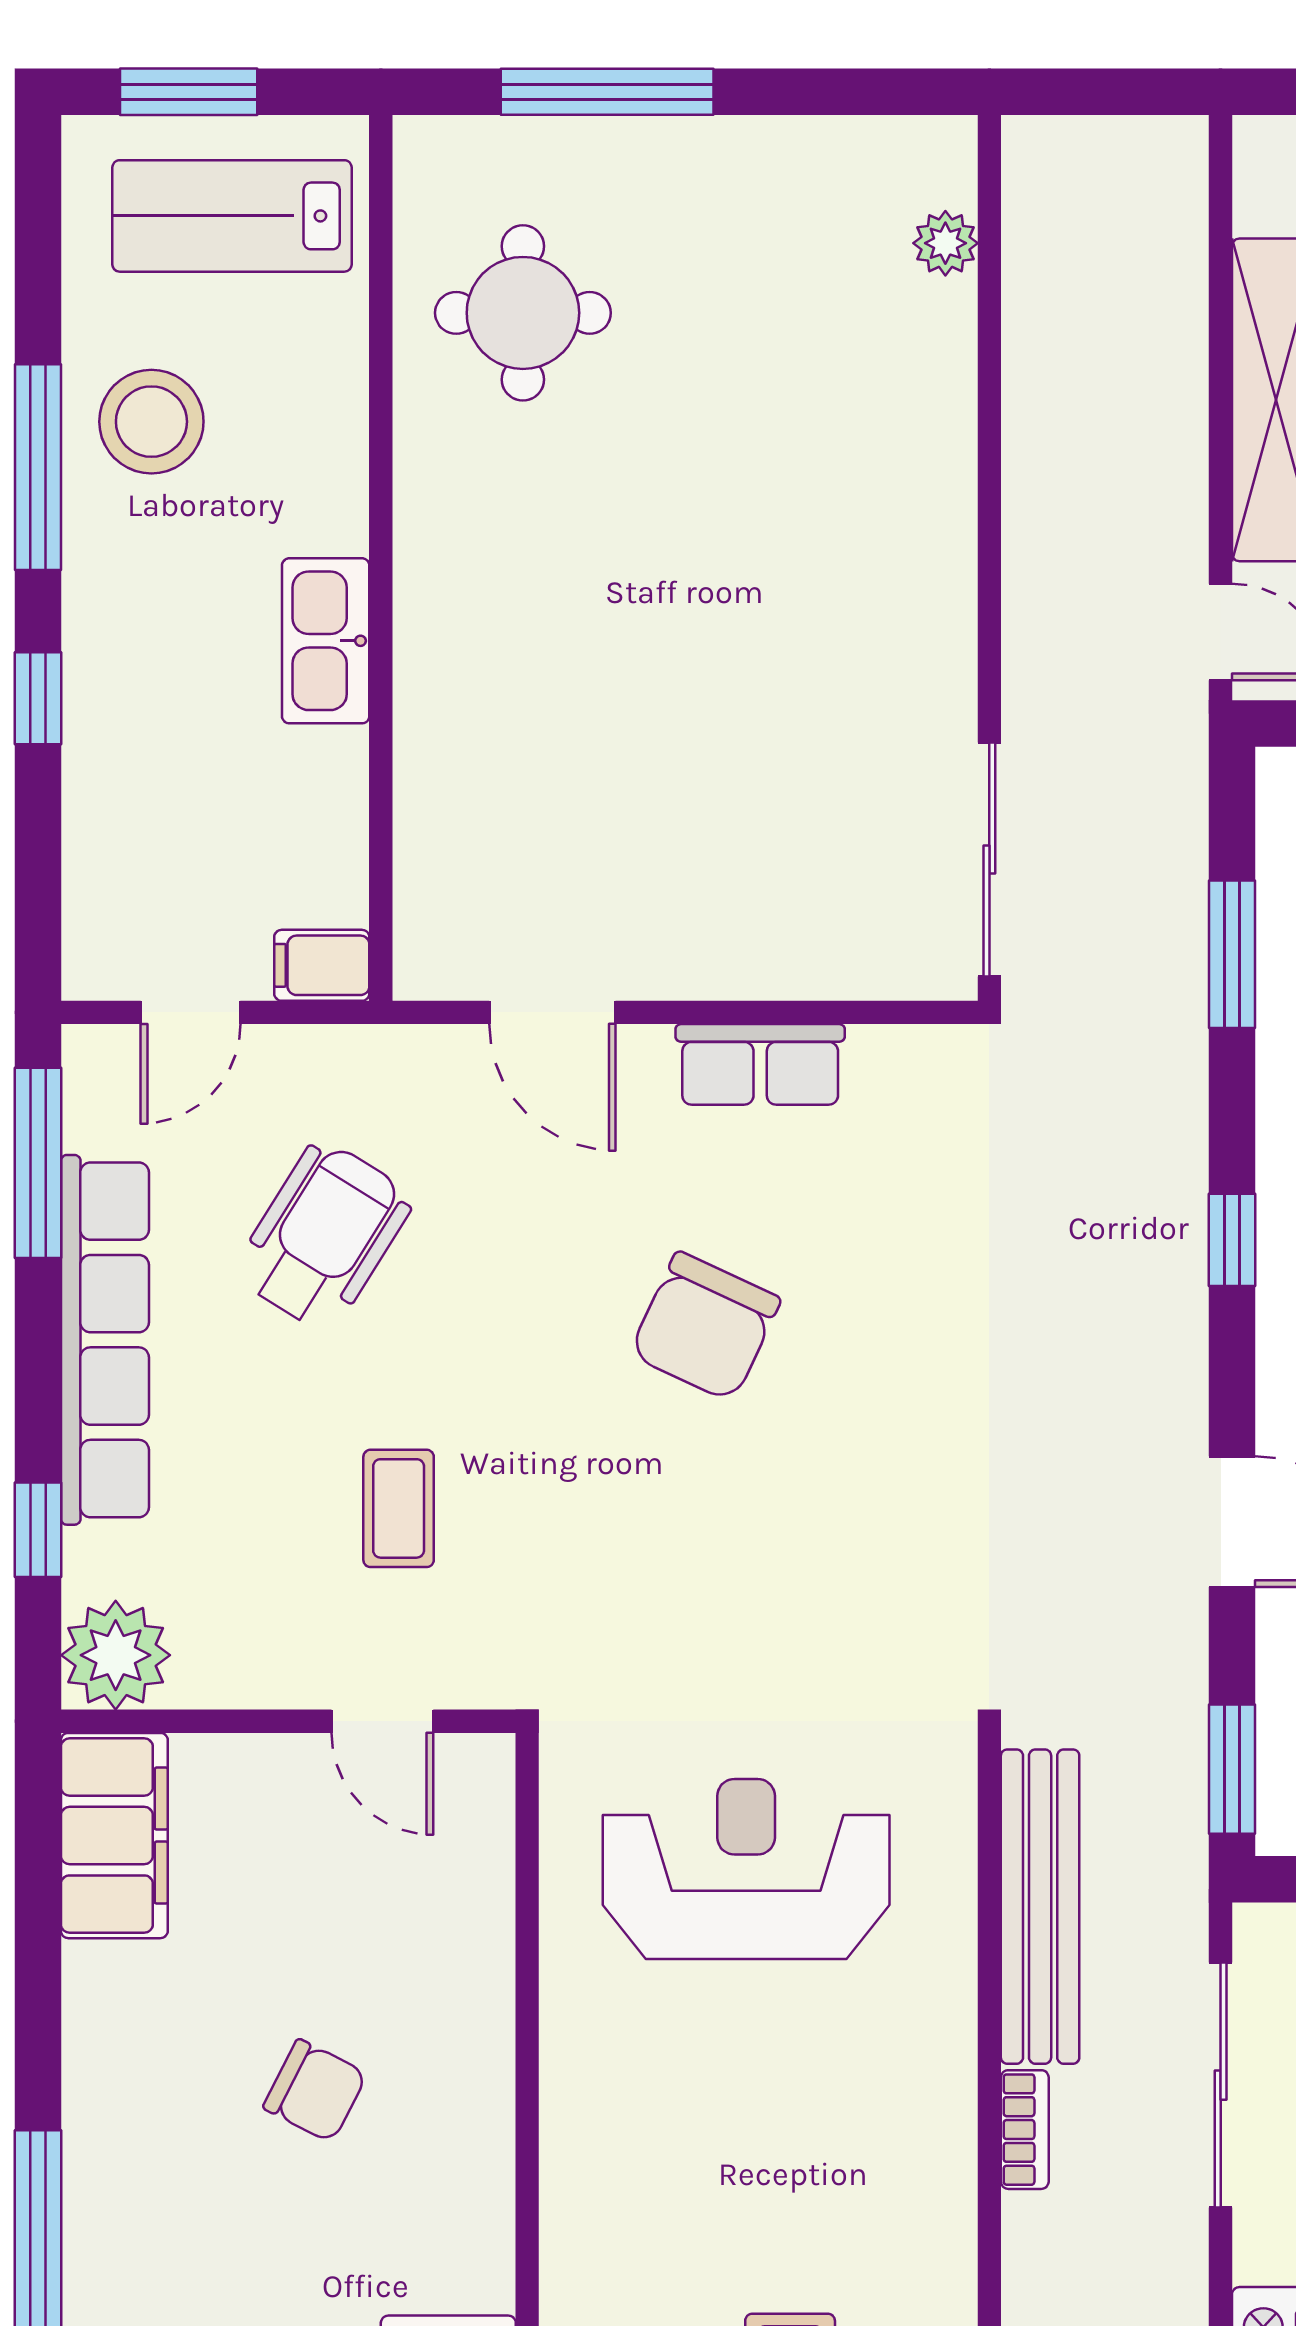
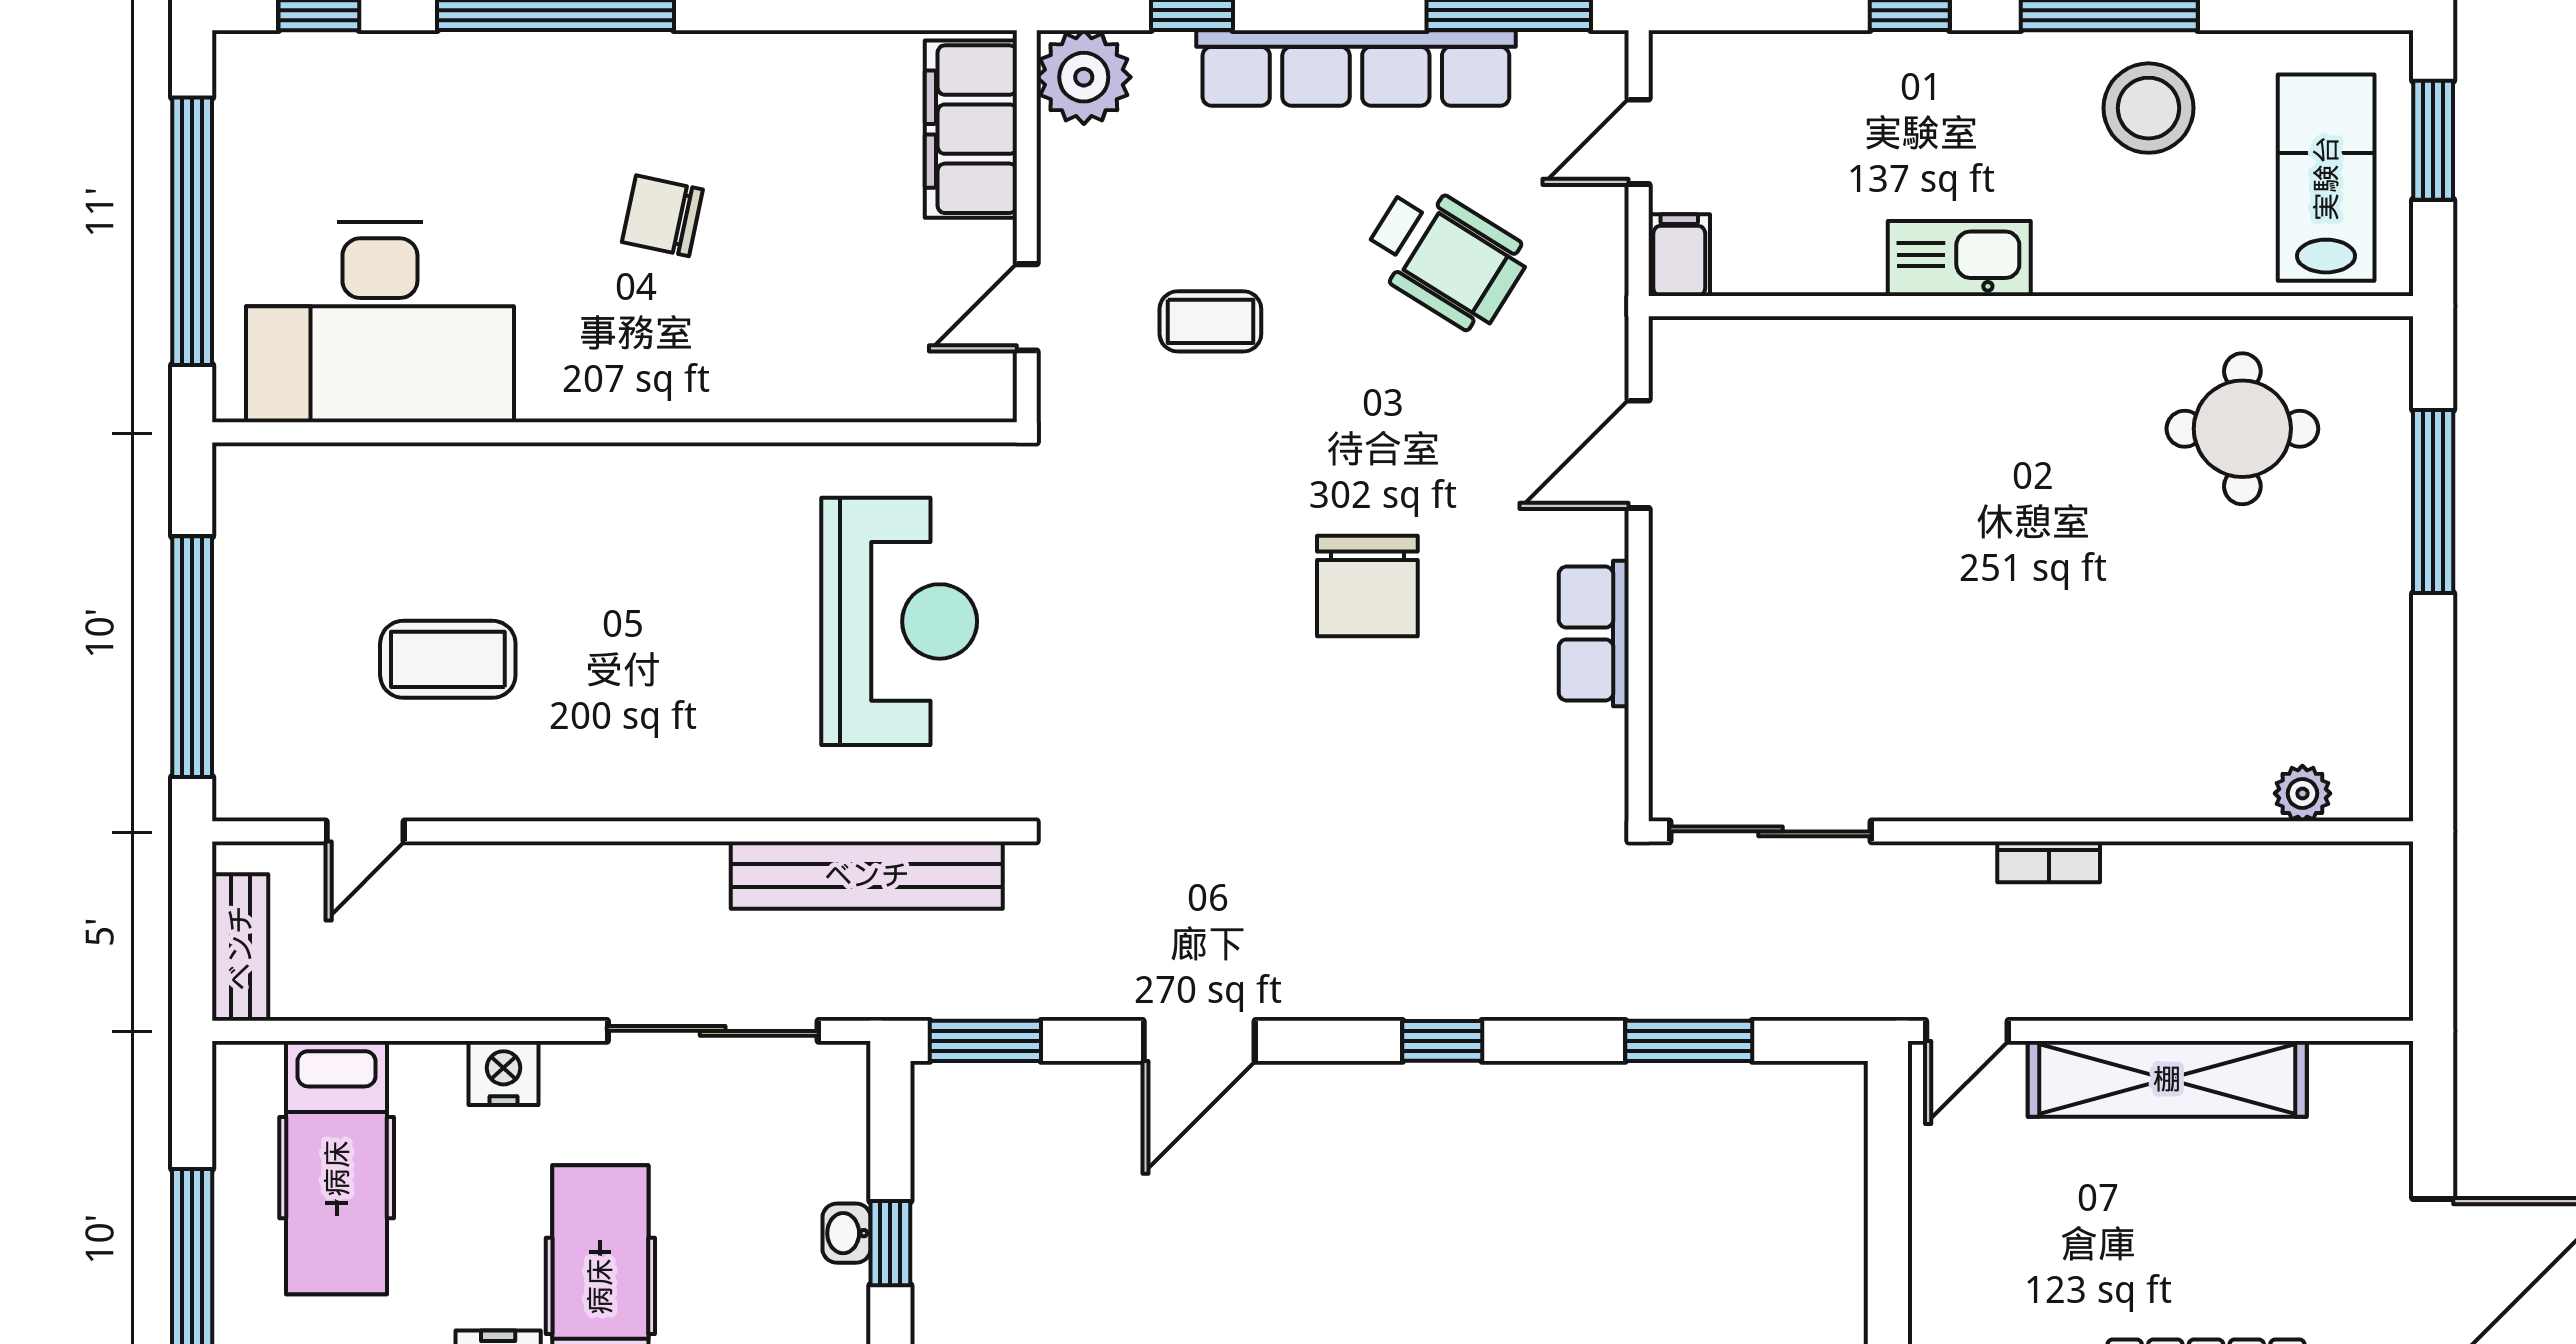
door: (190, 1012) -> (1639, 142), hinge flipped
chair: (705, 1327) -> (1367, 586), turned -115
filing cabinet: (114, 1836) -> (971, 129), moved, turned 90
chair: (315, 2091) -> (662, 216), moved, turned 75
bookcase: (1025, 2130) -> (2049, 862), moved

